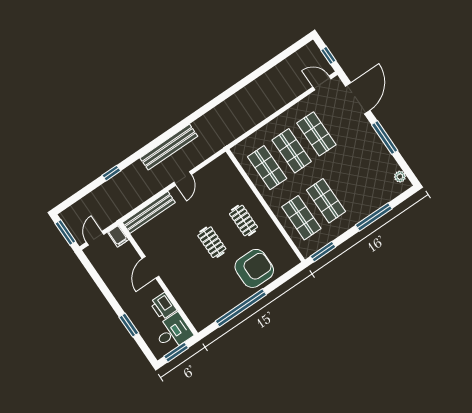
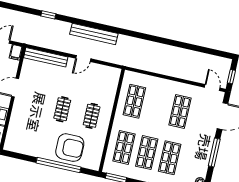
shop shelf: (292, 151) -> (170, 158), moved
window: (241, 308) -> (59, 165), moved

